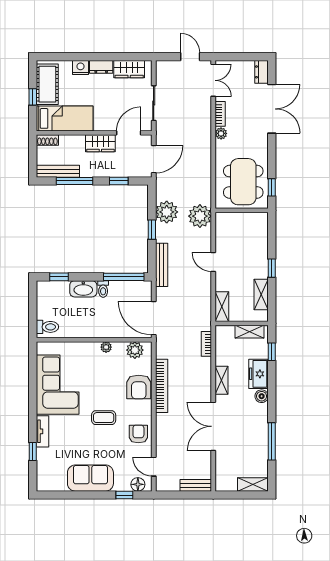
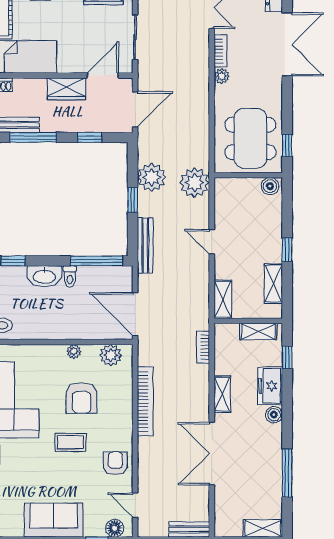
boiler: (258, 219) -> (270, 186), added
armchair: (139, 387) -> (82, 398), moved

